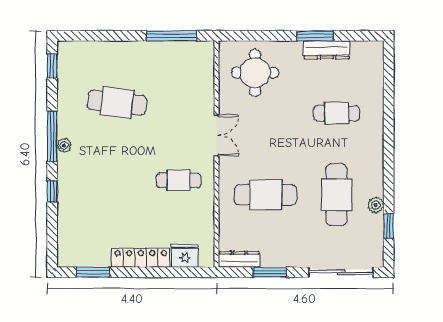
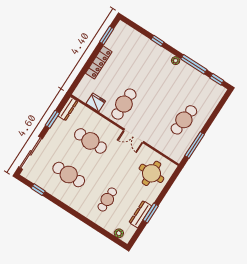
cafe table: (117, 103) -> (184, 120), moved
window: (52, 136) -> (194, 64), moved
cafe table: (179, 180) -> (124, 104), width x1.37, depth x1.35
cafe table: (266, 195) -> (90, 141), turned 90
plant: (376, 205) -> (119, 233), moved
fridge: (185, 256) -> (96, 102), moved, turned -90

